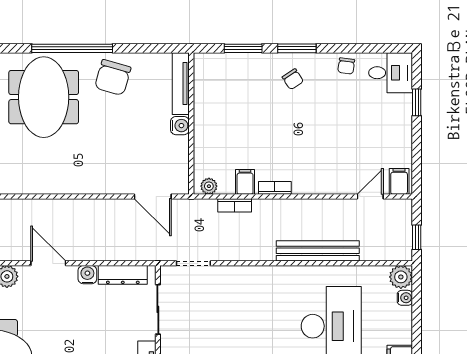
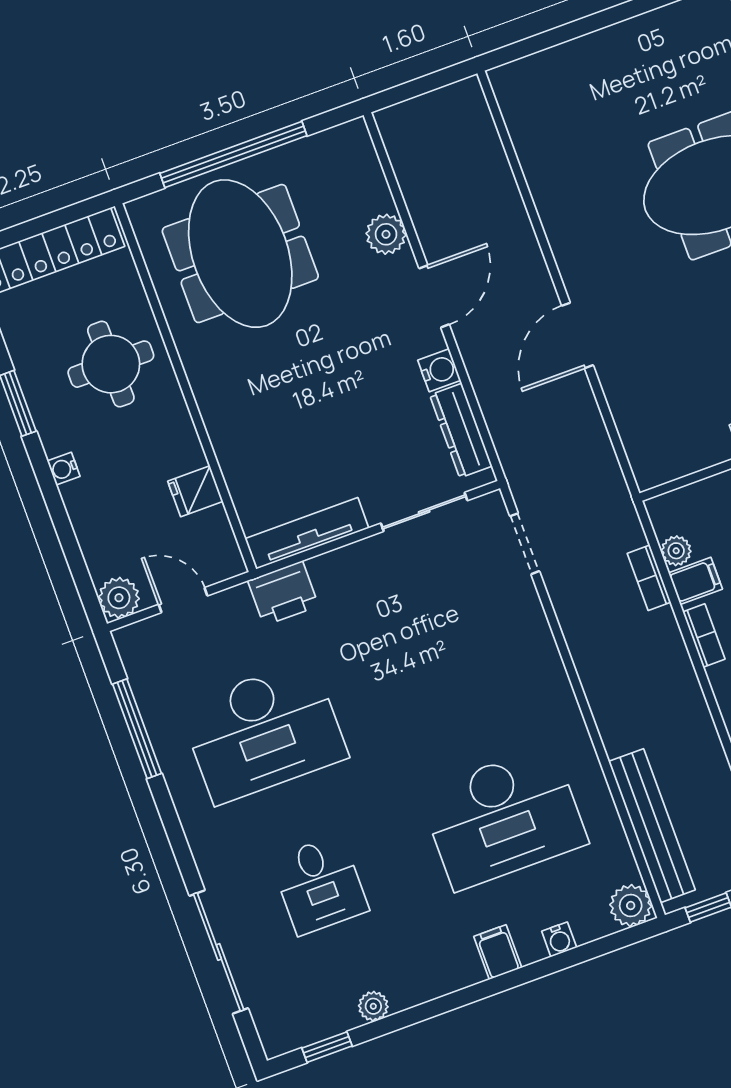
plant: (209, 186) -> (676, 551), moved
door: (153, 196) -> (577, 335), moved
bench: (318, 251) -> (652, 826), moved
water cooler: (405, 298) -> (559, 939), moved

